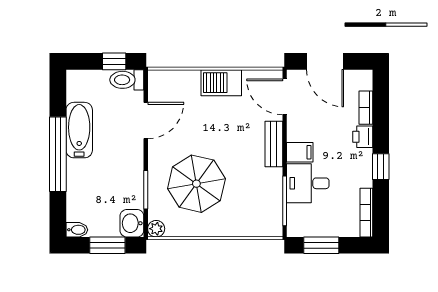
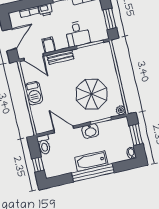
window: (114, 61) -> (38, 165), moved
door: (285, 97) -> (34, 57), hinge flipped
bathtub: (79, 130) -> (91, 161), moved
filing cabinet: (300, 152) -> (49, 45), moved
washbasin: (132, 223) -> (90, 131), moved

